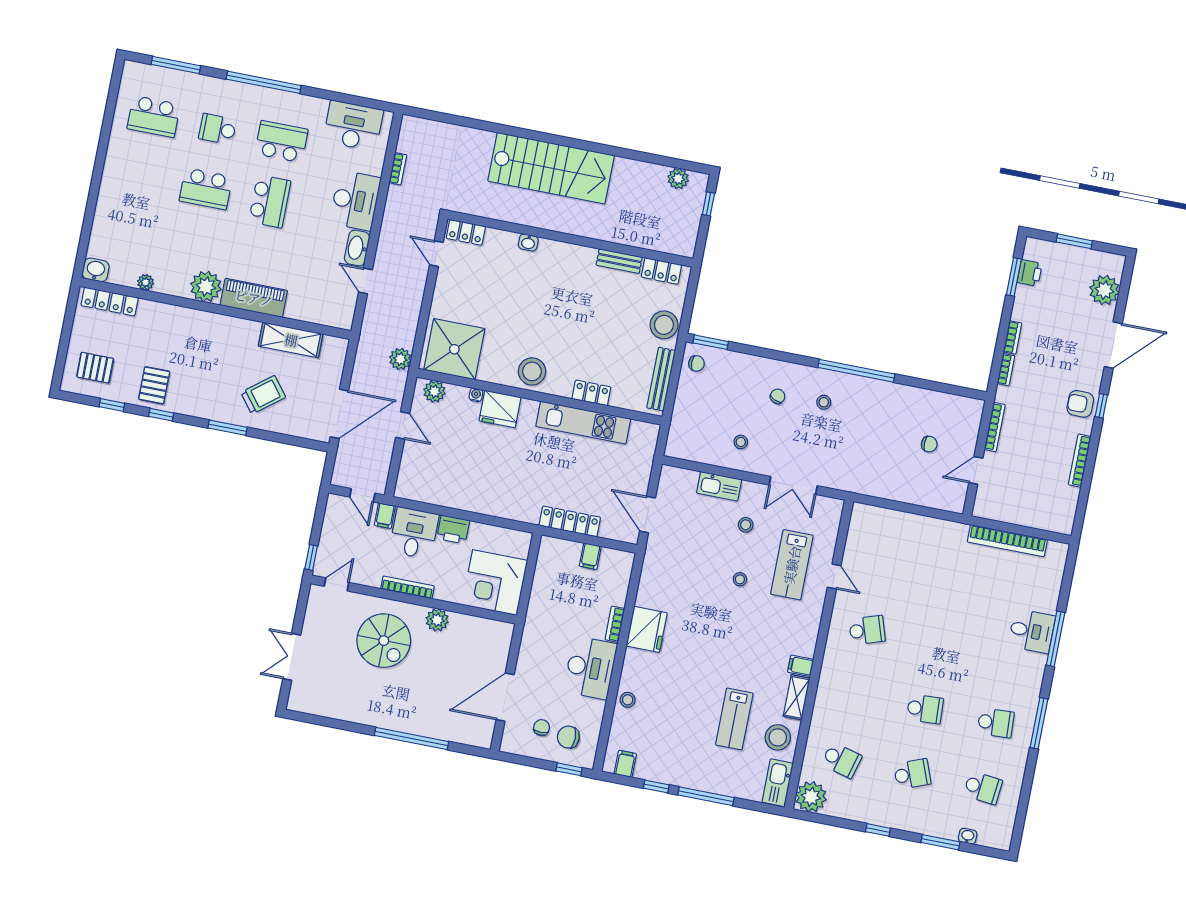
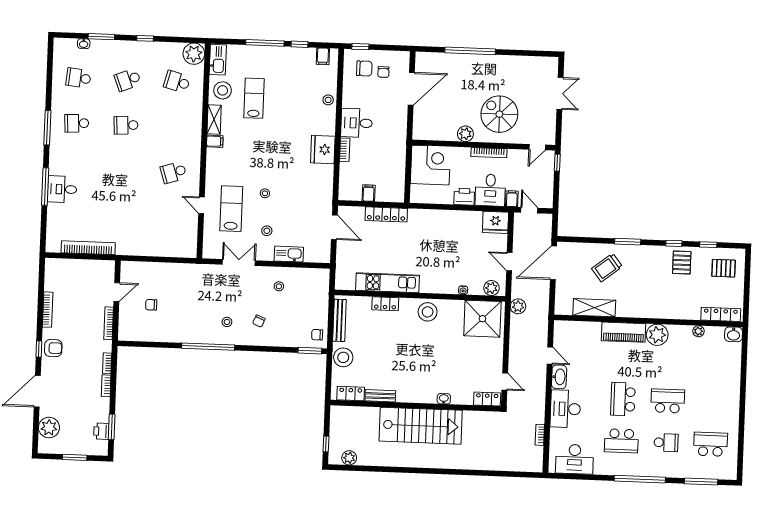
stairs: (551, 168) -> (421, 426), moved, turned 180
fridge: (500, 409) -> (495, 222), moved, turned 180
desk: (590, 668) -> (357, 123), width x0.73

